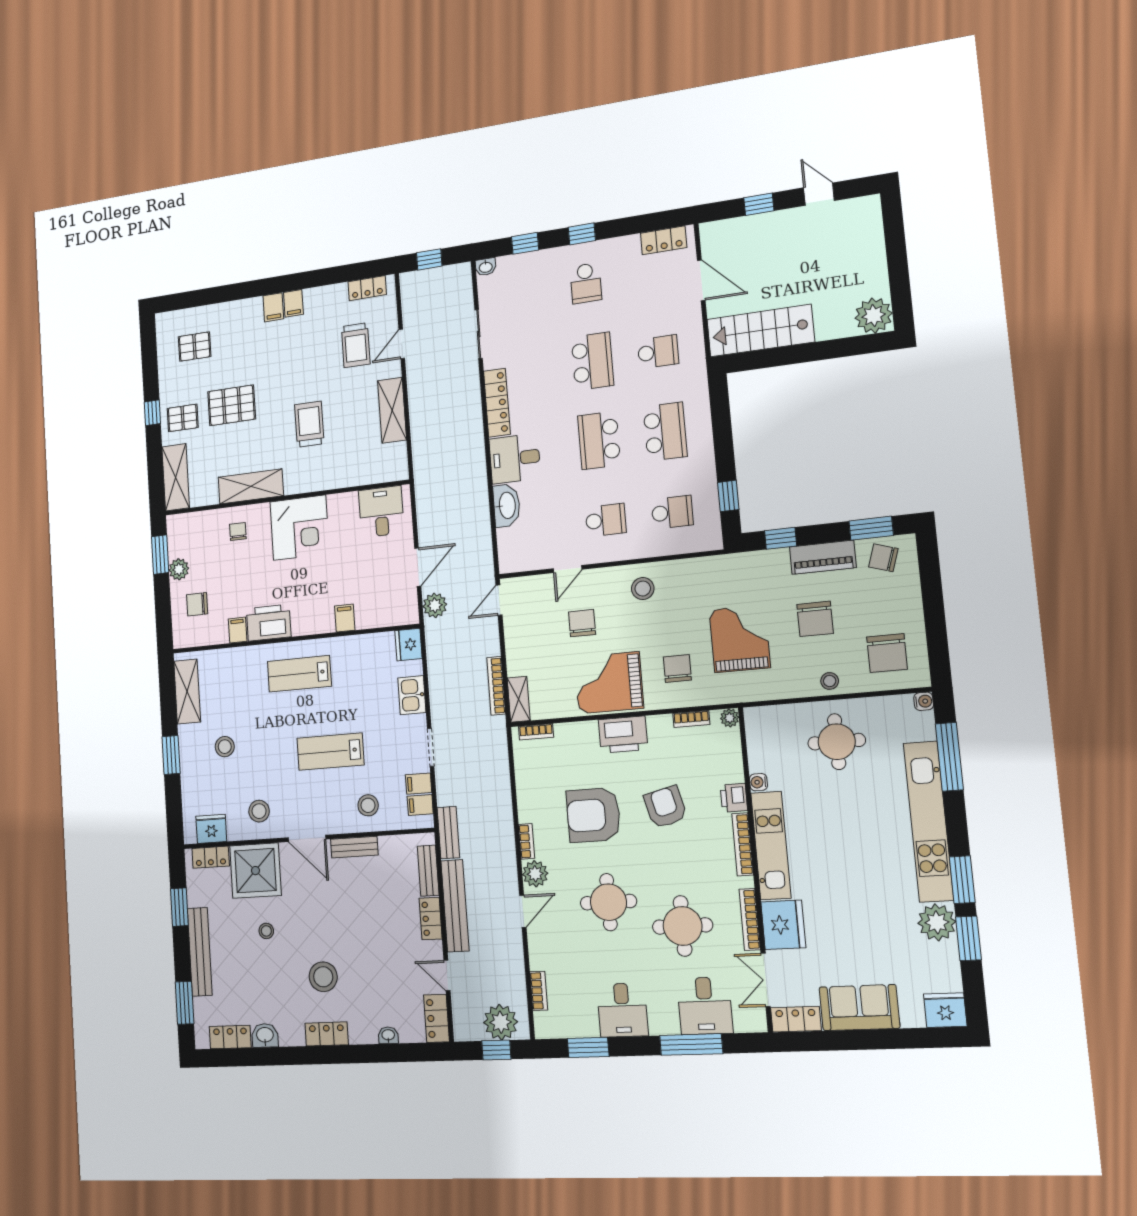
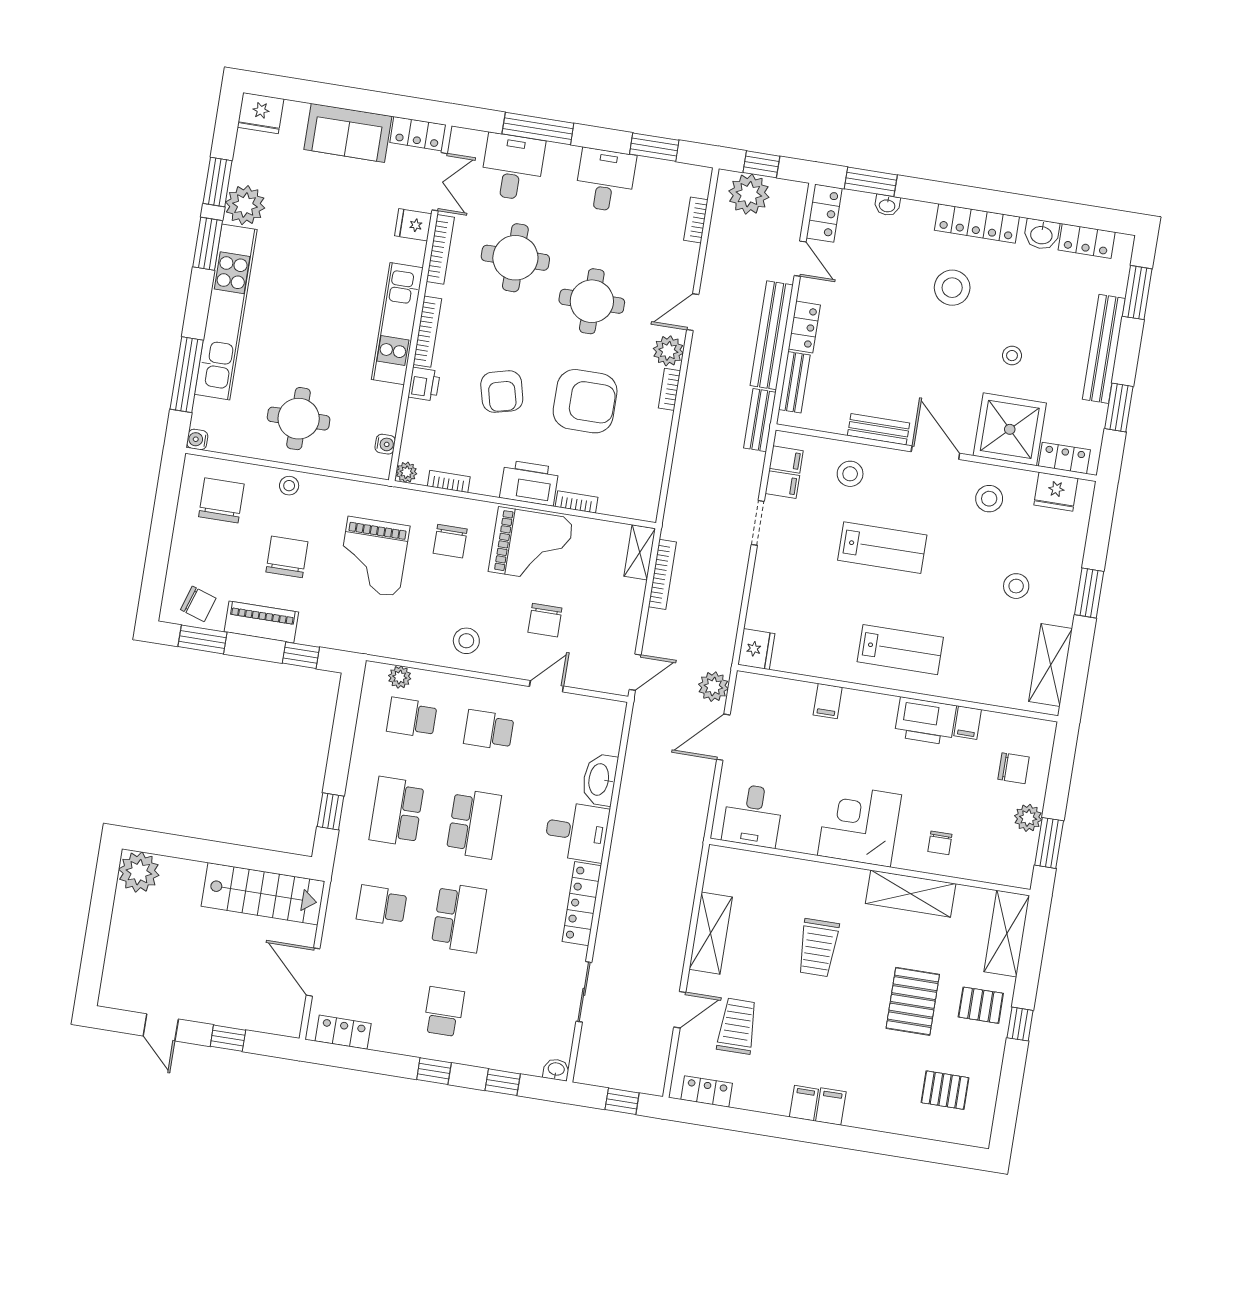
school desk: (592, 361) -> (459, 918), turned 180
pallet: (232, 405) -> (913, 1001), turned 90
window: (728, 496) -> (331, 811), moved
plant: (691, 543) -> (400, 677), added
kitchen sink: (412, 695) -> (766, 589), removed
bookcase: (536, 732) -> (577, 502), moved
water cooler: (758, 782) -> (385, 444), moved
fridge: (783, 925) -> (413, 225), width x0.53, depth x0.75
locker: (327, 1034) -> (977, 223), width x1.53
window: (405, 1053) -> (871, 182), added

